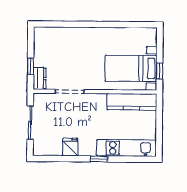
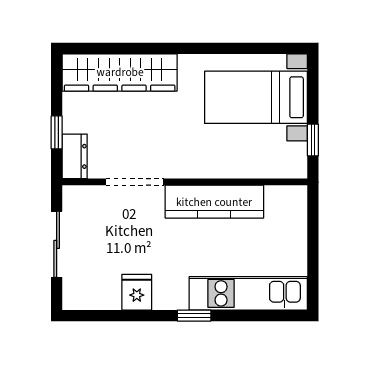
wardrobe: (62, 36) -> (120, 72), added
bed with nightstands: (131, 68) -> (256, 97), moved
kitchen counter: (132, 102) -> (214, 202), moved

